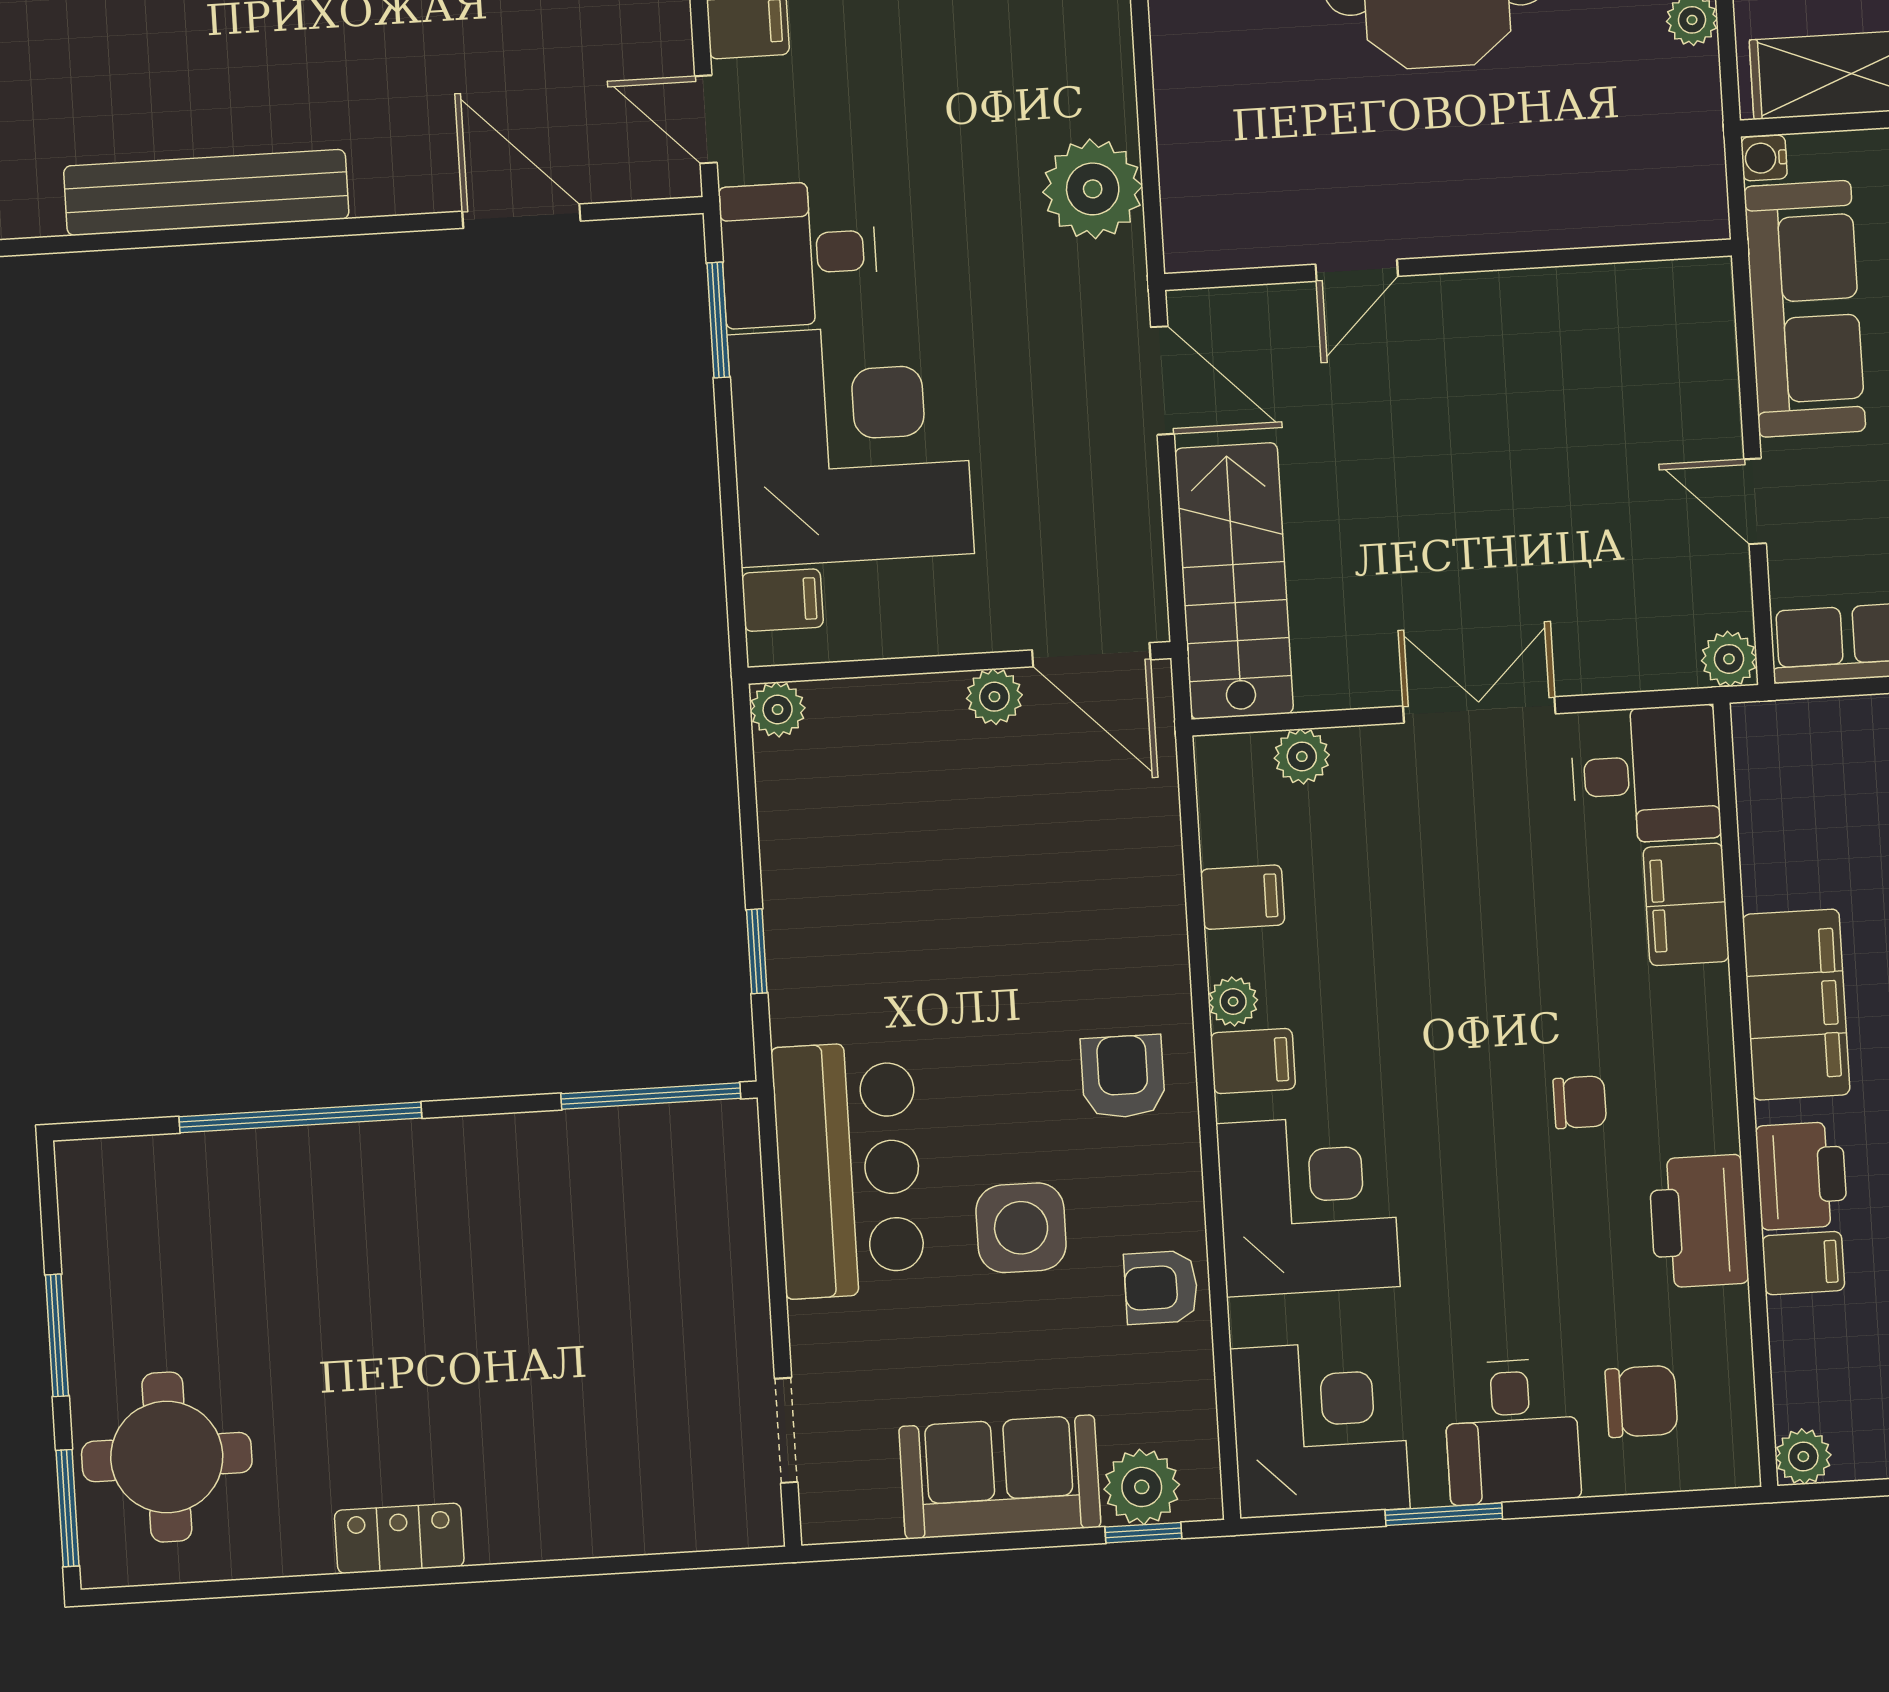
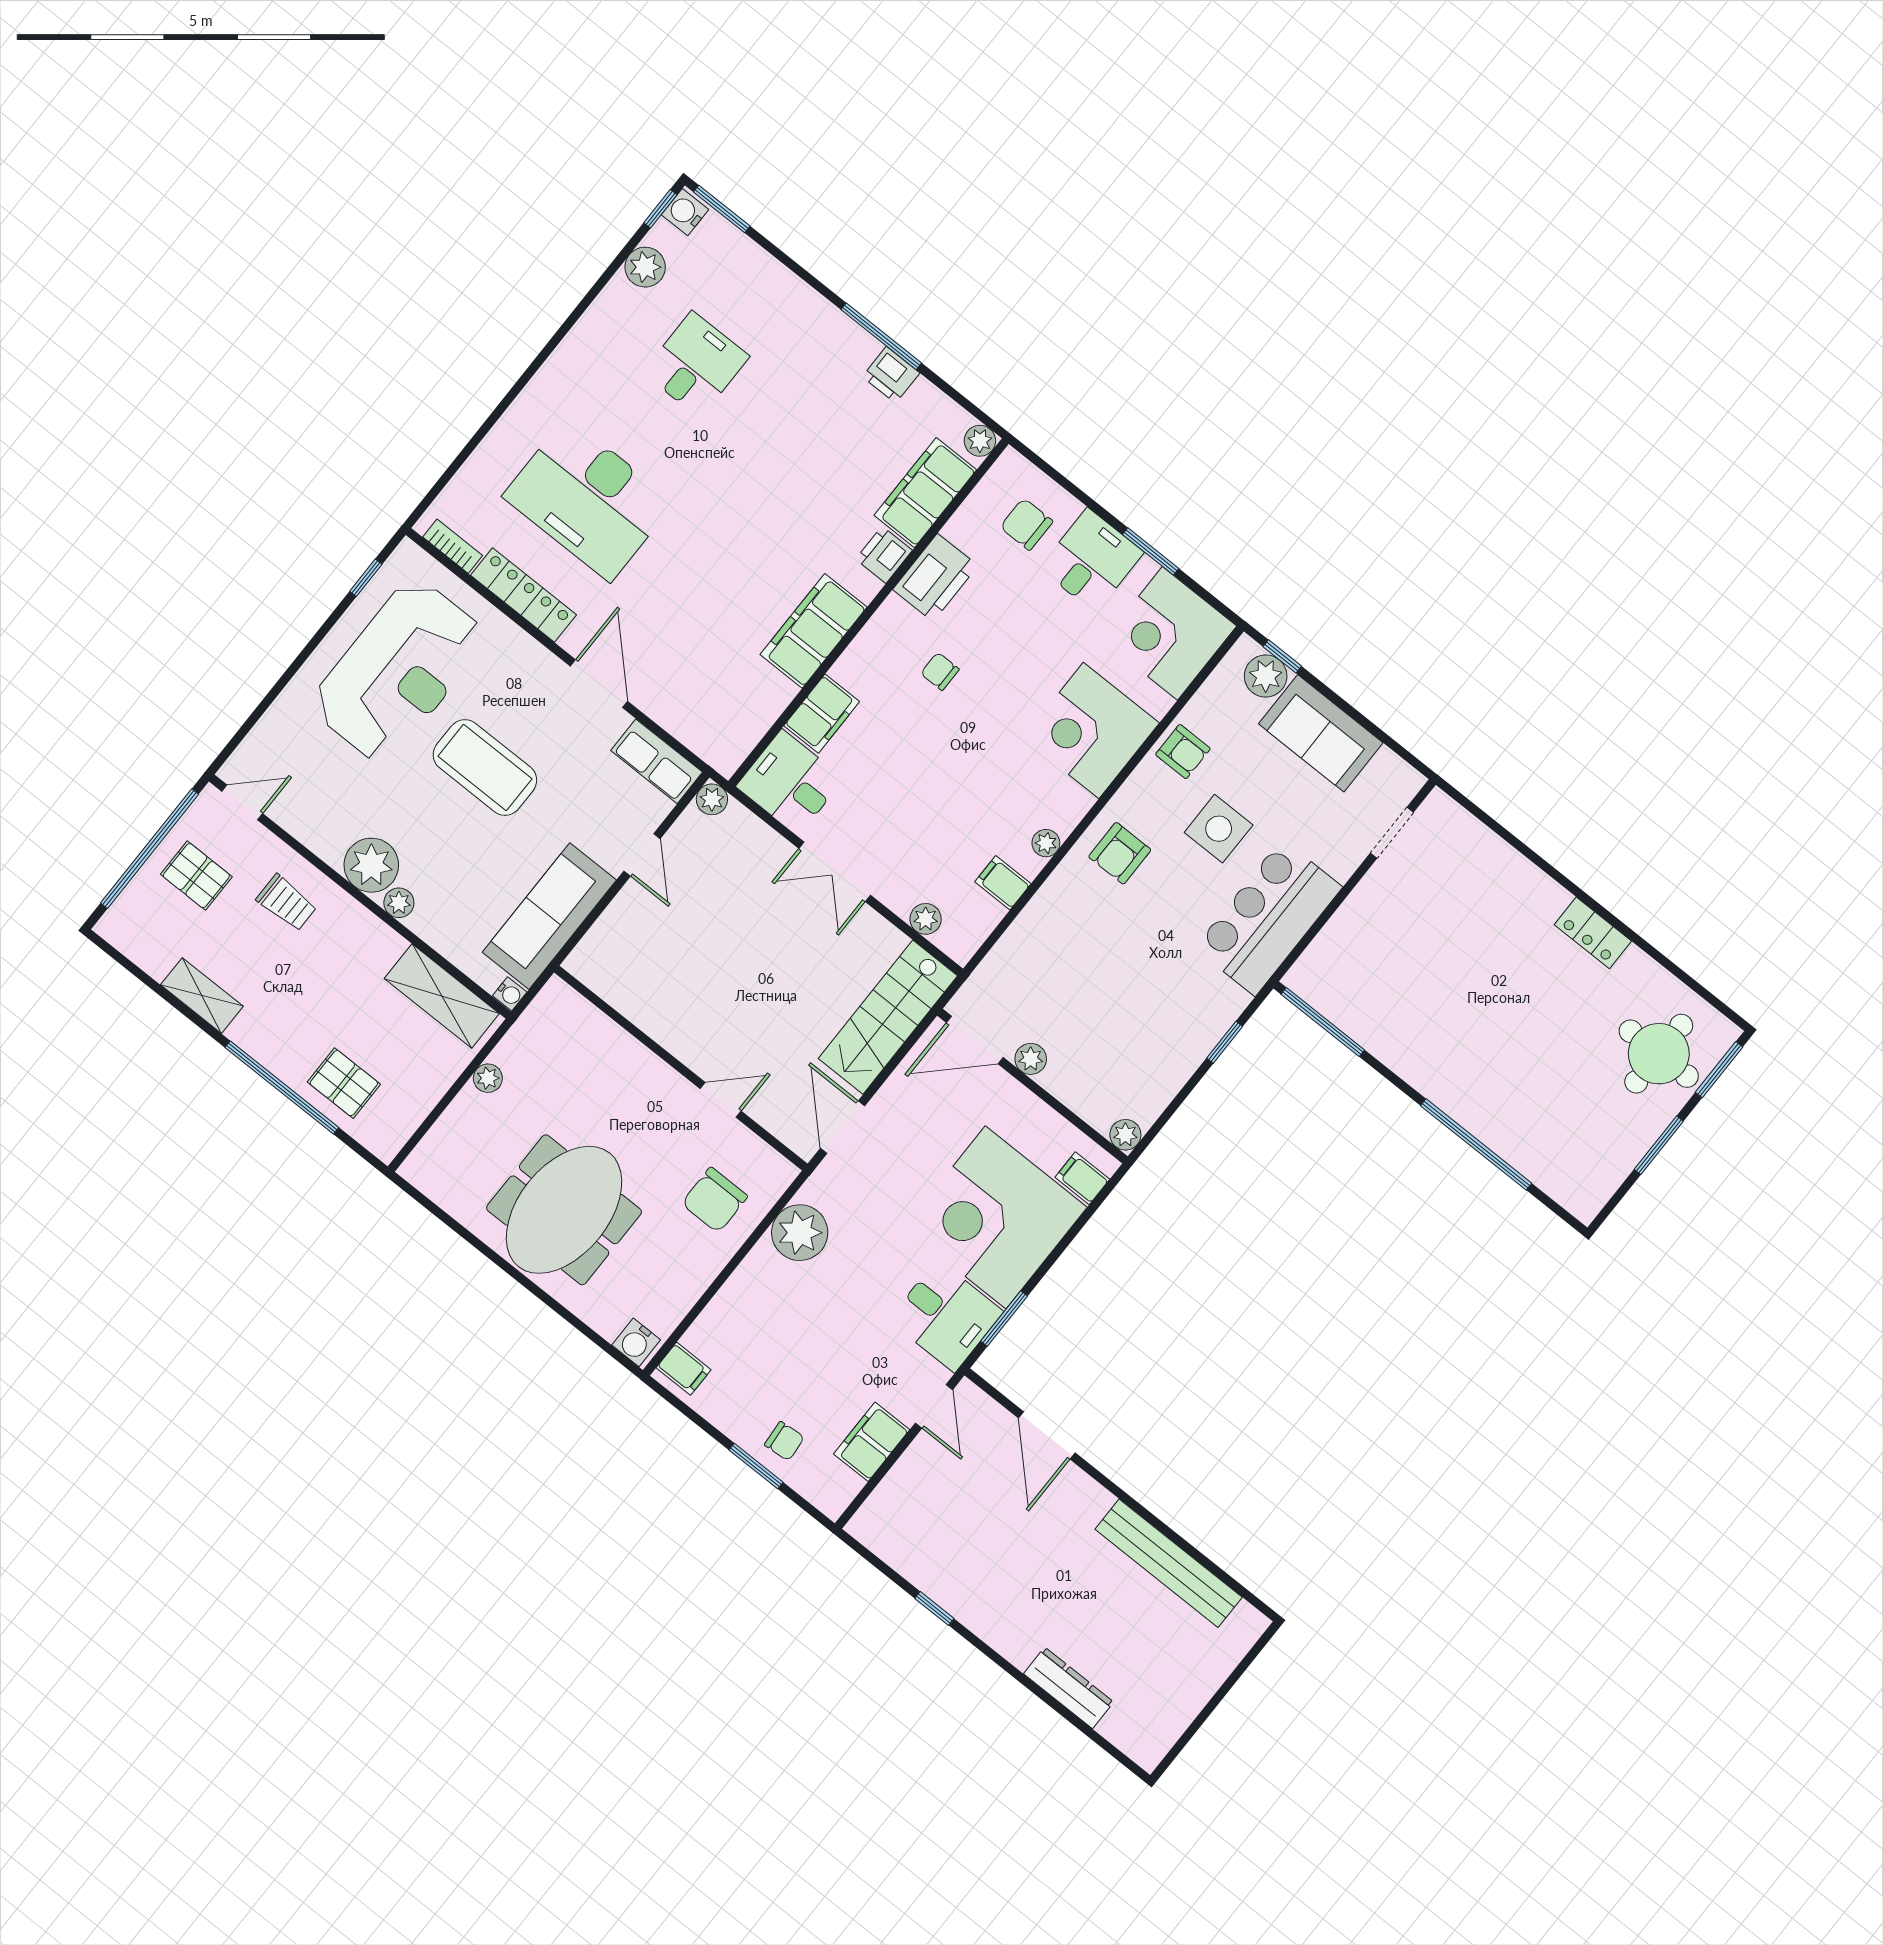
chair: (1245, 130) -> (715, 1200), added
door: (1091, 655) -> (975, 1040), swing flipped
filing cabinet: (1253, 1061) -> (1060, 811), removed
printer: (1802, 1176) -> (884, 555), width x0.73, depth x0.81
filing cabinet: (1803, 1263) -> (925, 493), width x3.00, depth x1.17

